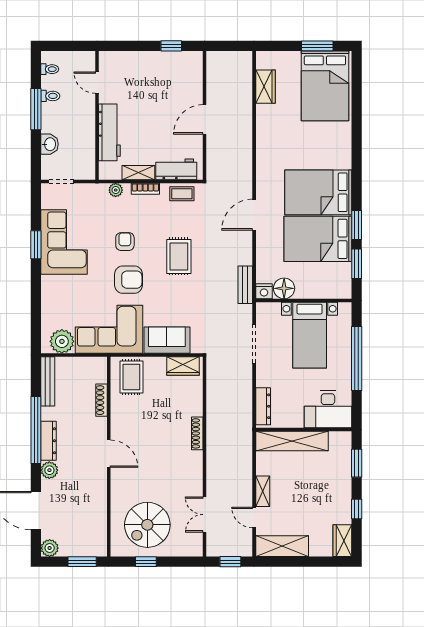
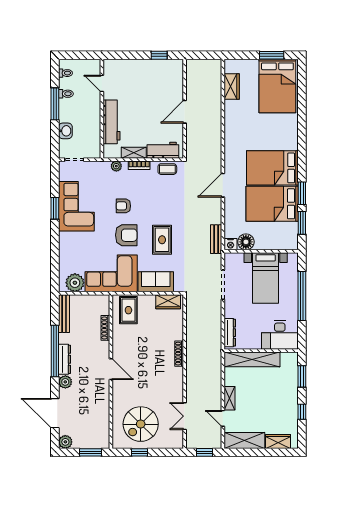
armchair: (125, 242) -> (123, 206), turned -90
rug: (179, 256) -> (162, 240), moved
wardrobe: (342, 541) -> (278, 441), moved, turned 90

